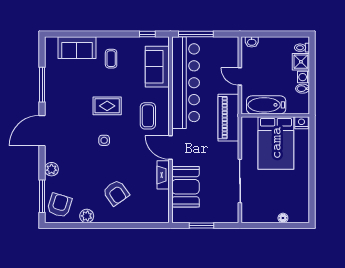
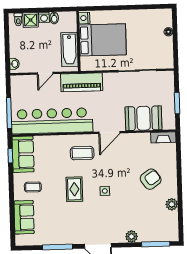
sofa: (157, 67) -> (23, 154), moved, turned -90
fireplace: (163, 175) -> (163, 137), moved
armchair: (60, 205) -> (163, 228), removed

